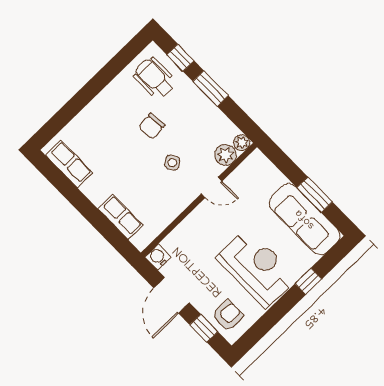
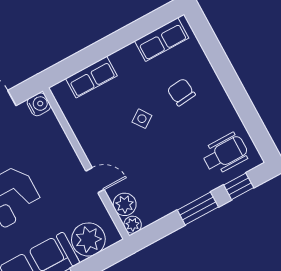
chair: (152, 126) -> (181, 92), moved
side table: (172, 163) -> (142, 119), moved
plant: (266, 178) -> (88, 239), added
door: (212, 187) -> (95, 180), swing flipped

